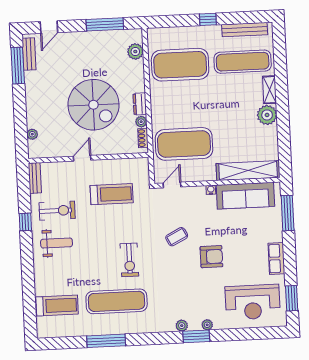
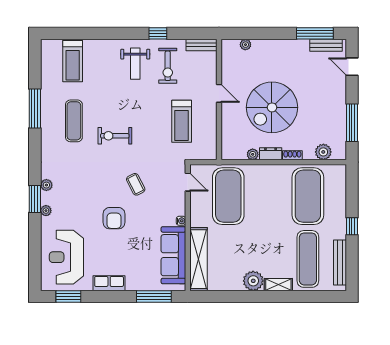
shoe rack: (143, 138) -> (292, 155), moved
exercise mat: (117, 301) -> (74, 121), width x0.73, depth x0.69

